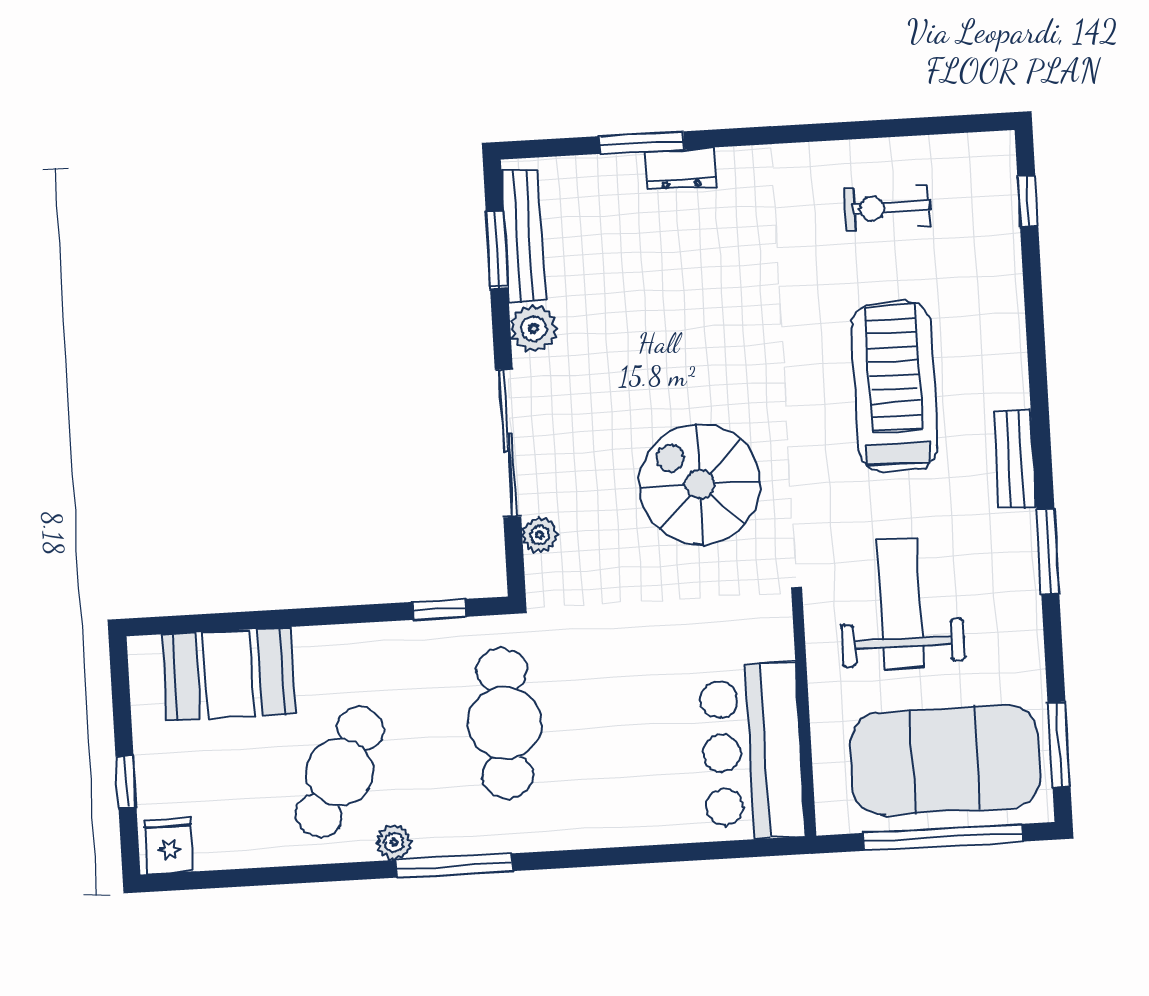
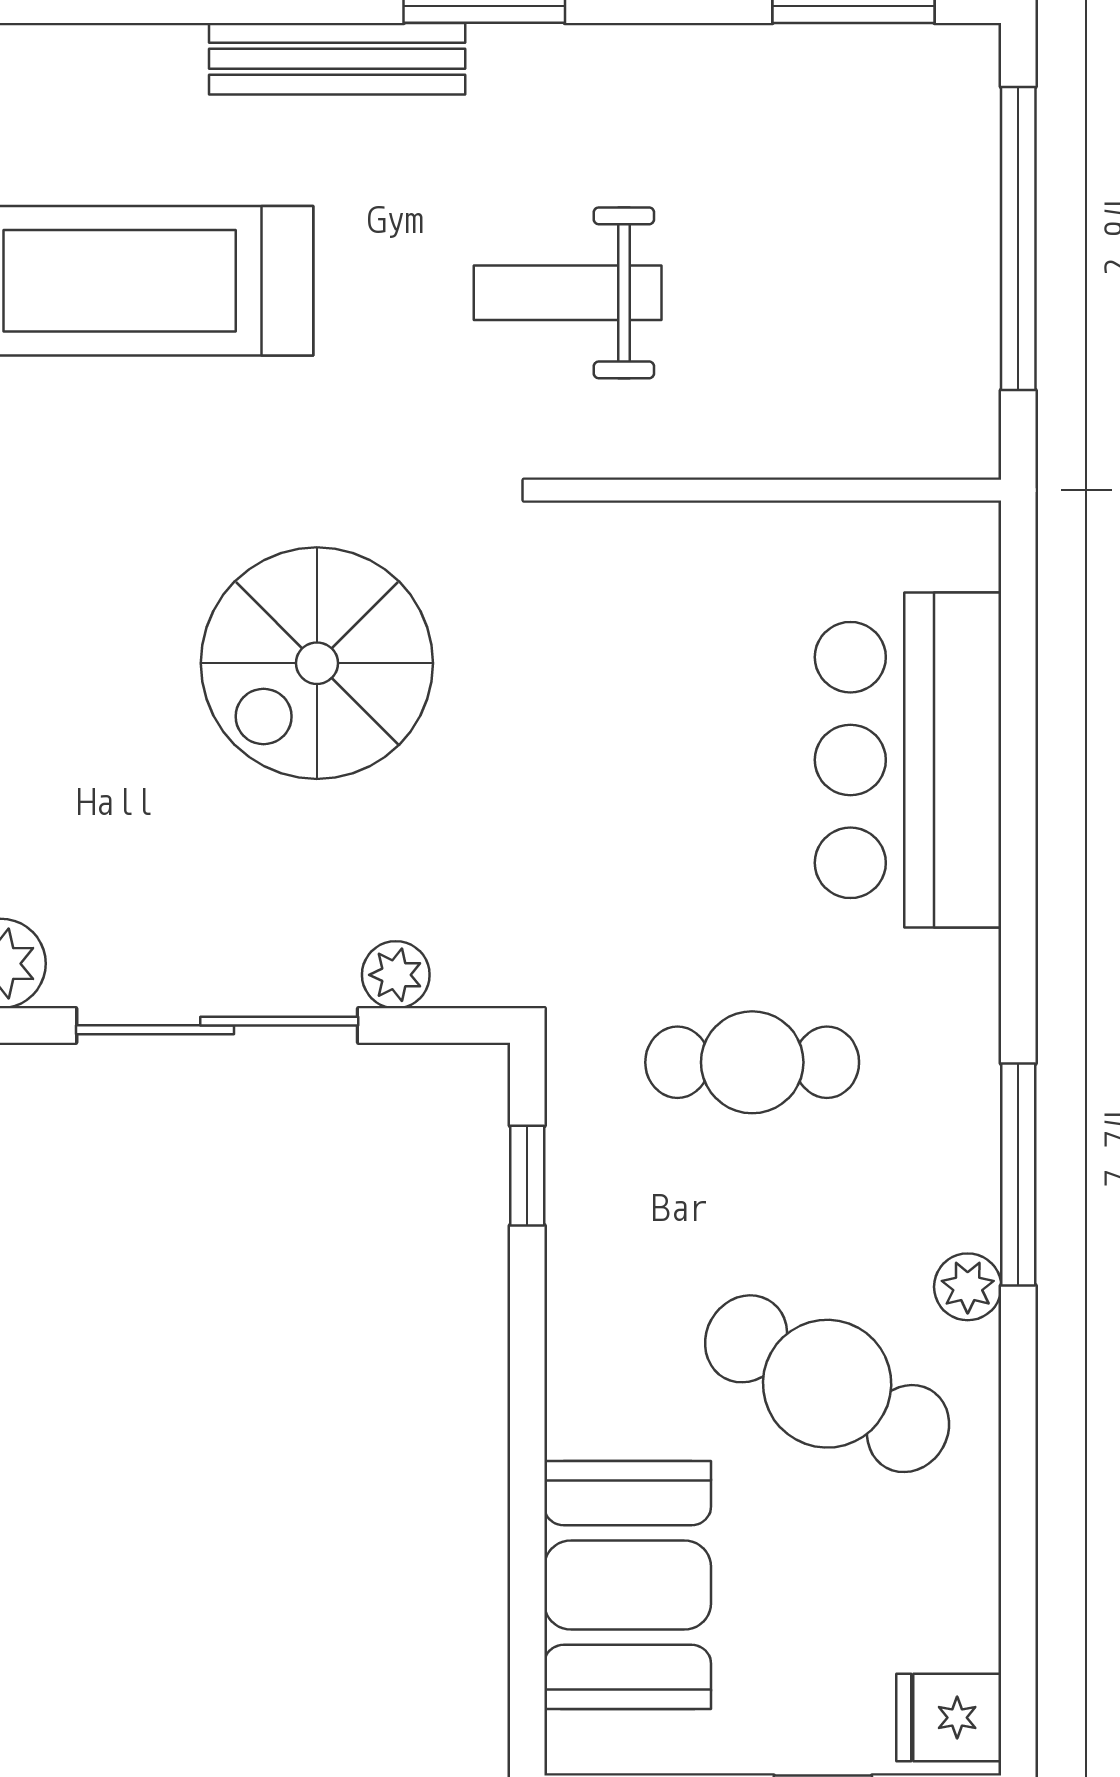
bench: (1015, 459) -> (337, 59), width x1.36
weight bench: (901, 604) -> (568, 293), width x0.73, depth x0.75
cafe table: (505, 723) -> (752, 1062), width x0.73, depth x0.74
bar counter: (752, 752) -> (908, 760), moved, turned 90
exercise mat: (945, 760) -> (871, 225), removed

